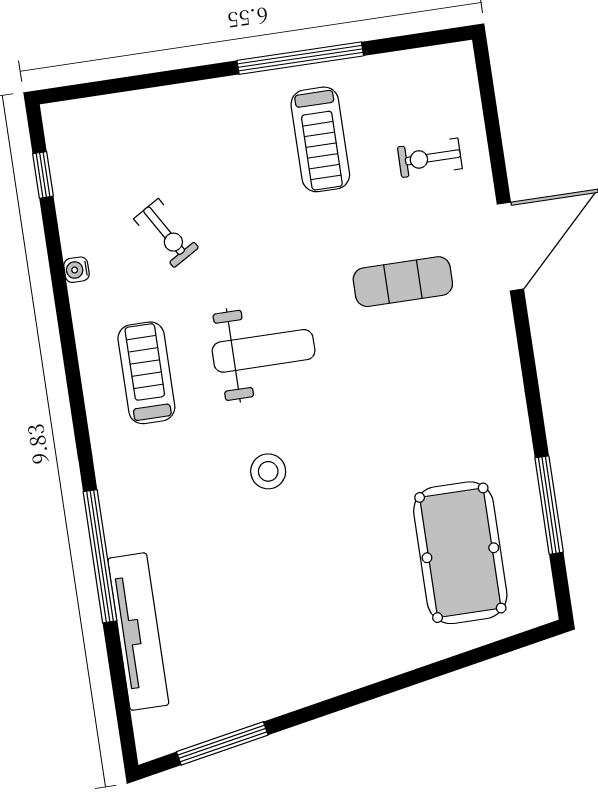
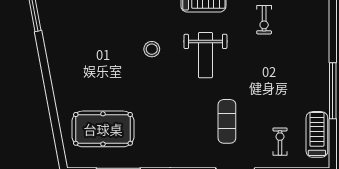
treadmill: (320, 139) -> (317, 134), moved, turned 90
exercise bike: (166, 233) -> (264, 20), turned -59

